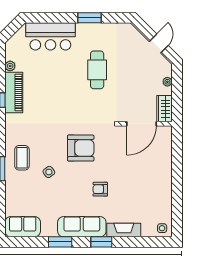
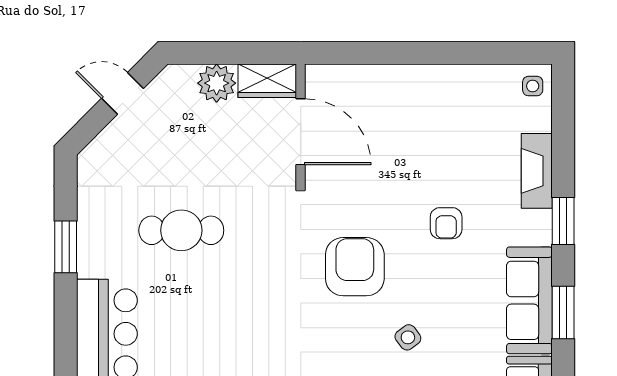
plant: (167, 82) -> (217, 83), width x1.87, depth x1.87
sofa: (82, 227) -> (529, 300), moved

